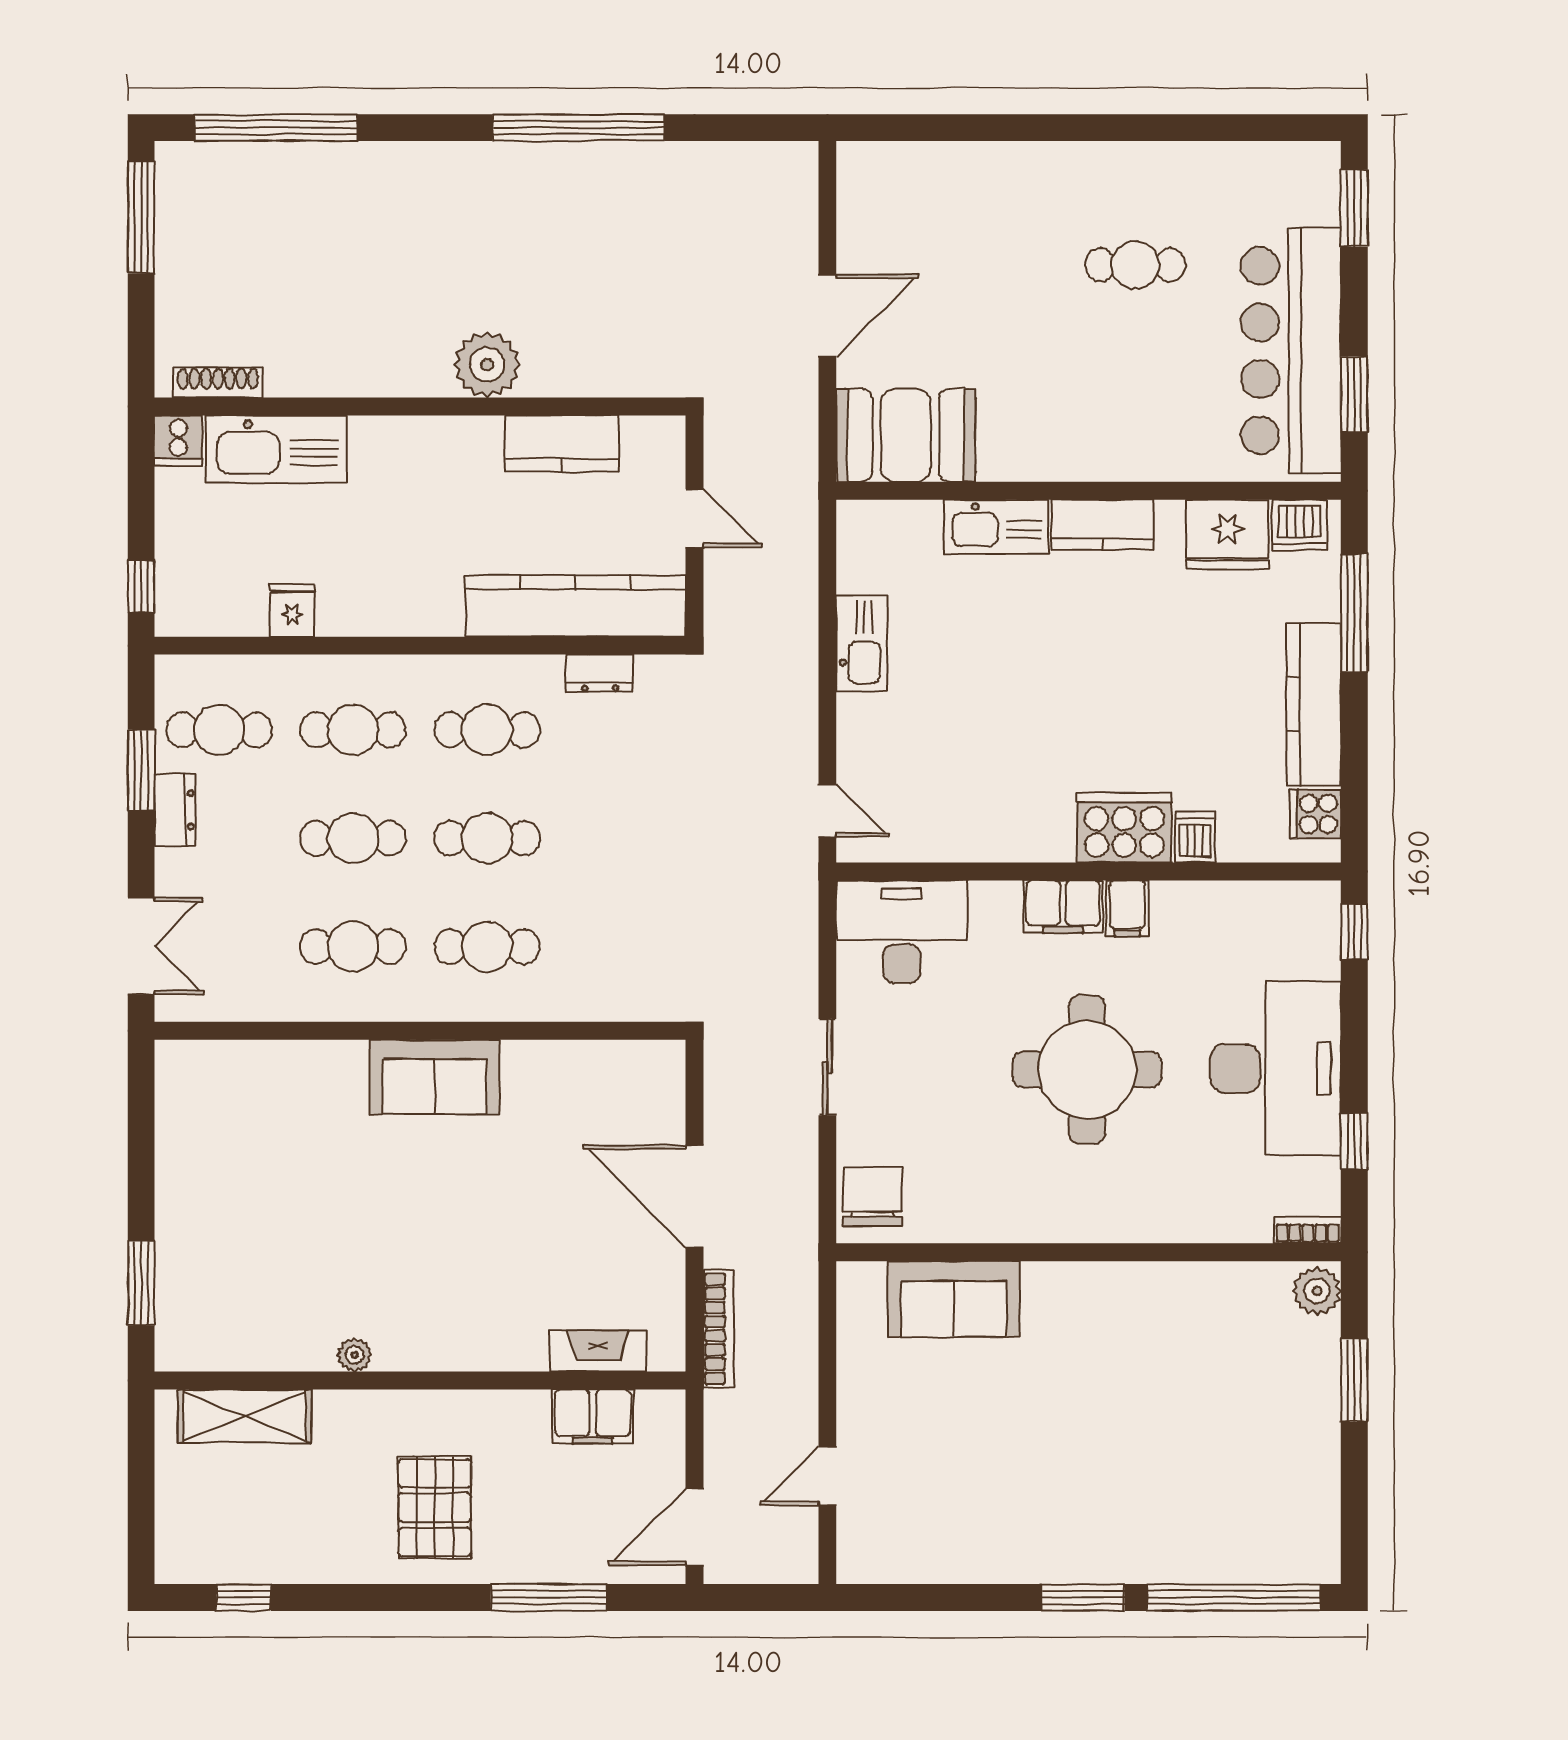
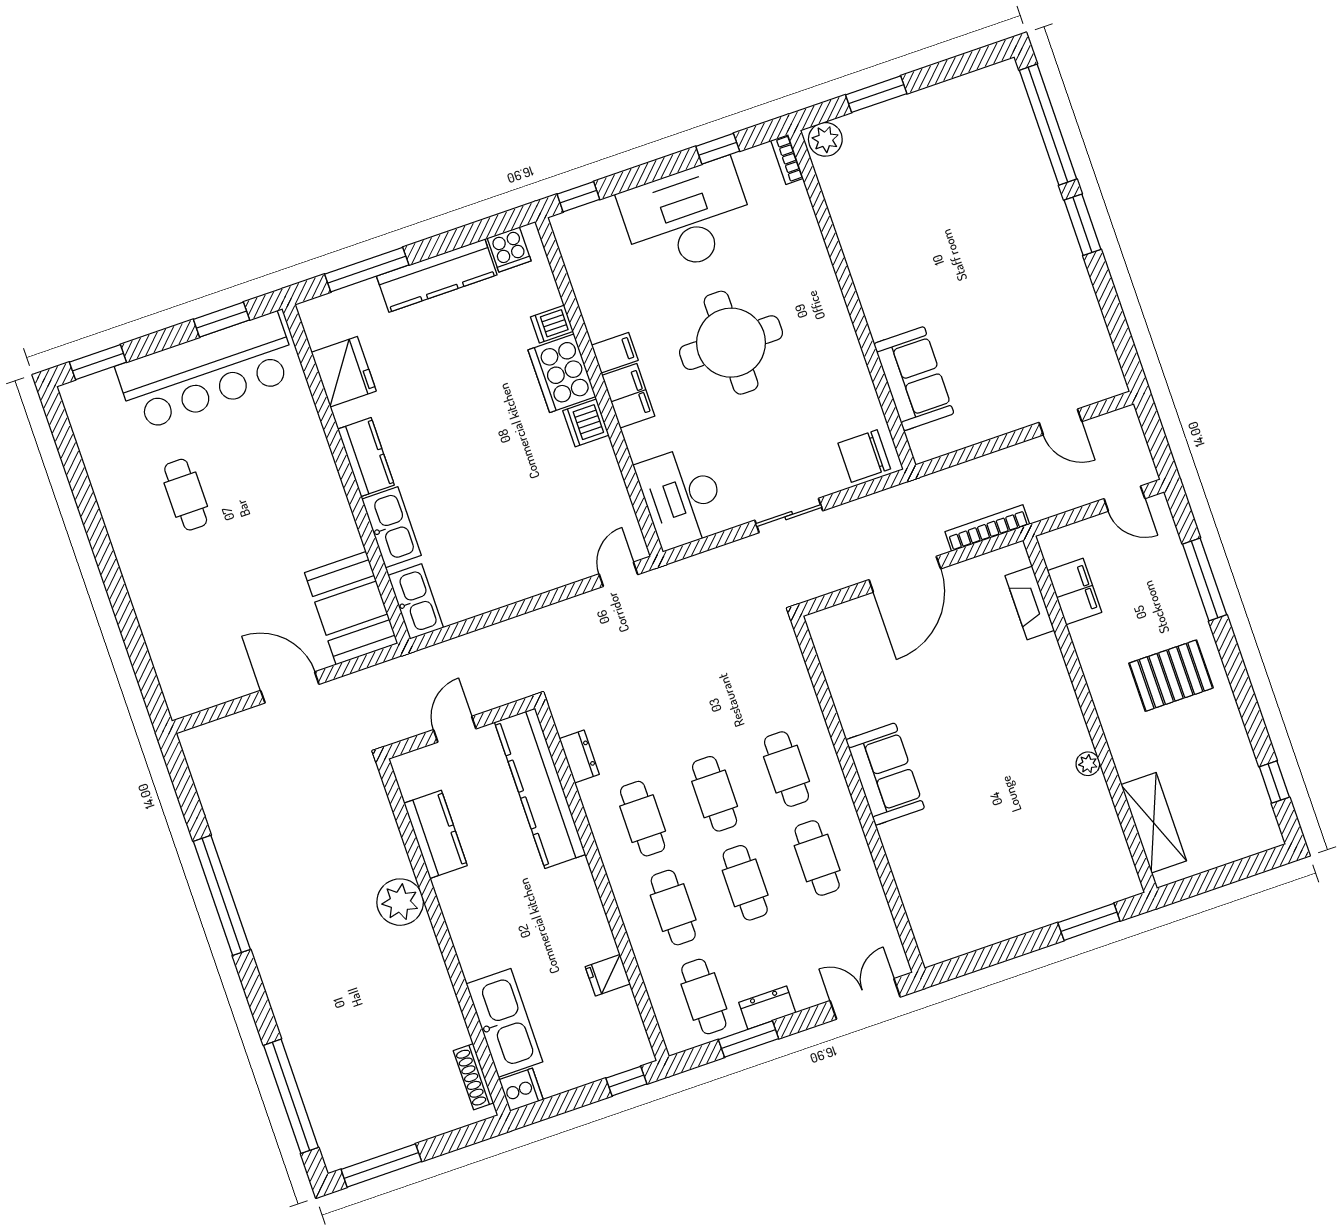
dishwasher: (1300, 525) -> (586, 423), moved, turned 180
kitchen sink: (862, 643) -> (416, 602), moved, turned 90
door: (695, 1527) -> (1124, 499), width x0.73

